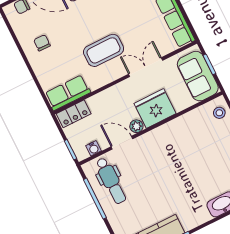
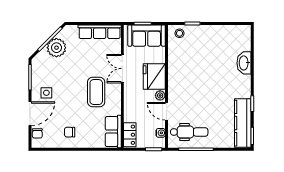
door: (122, 143) -> (167, 111), hinge flipped

